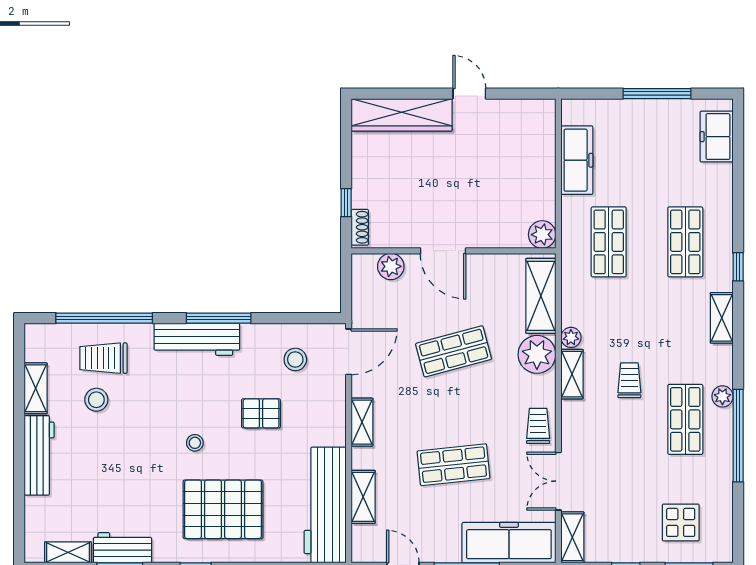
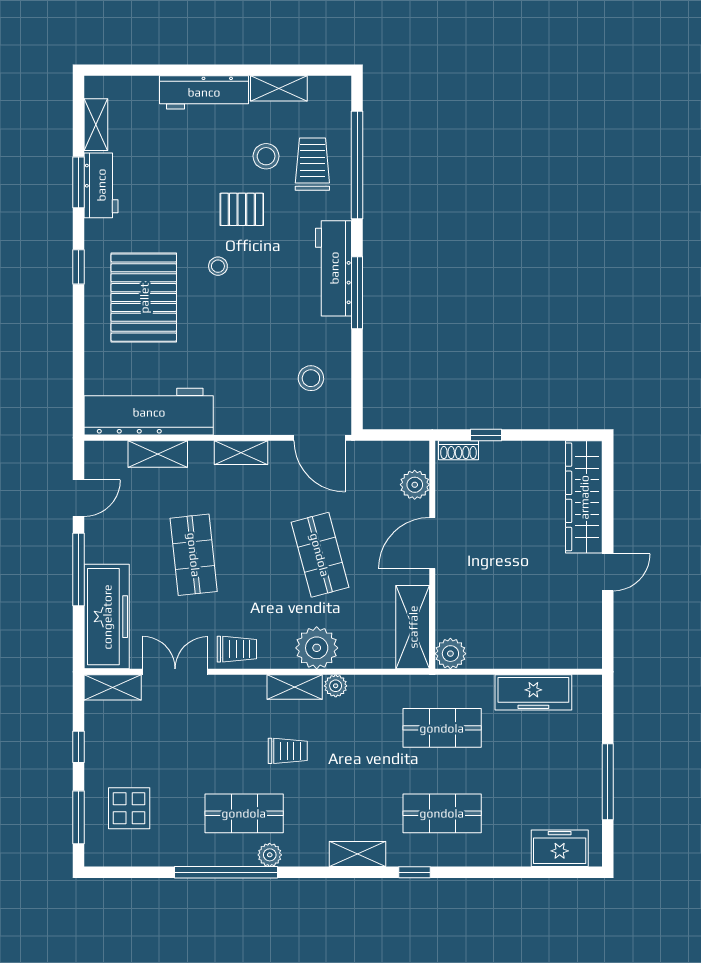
shelving: (541, 296) -> (413, 627), moved, turned 90
pallet: (261, 413) -> (242, 209), moved, turned 90

